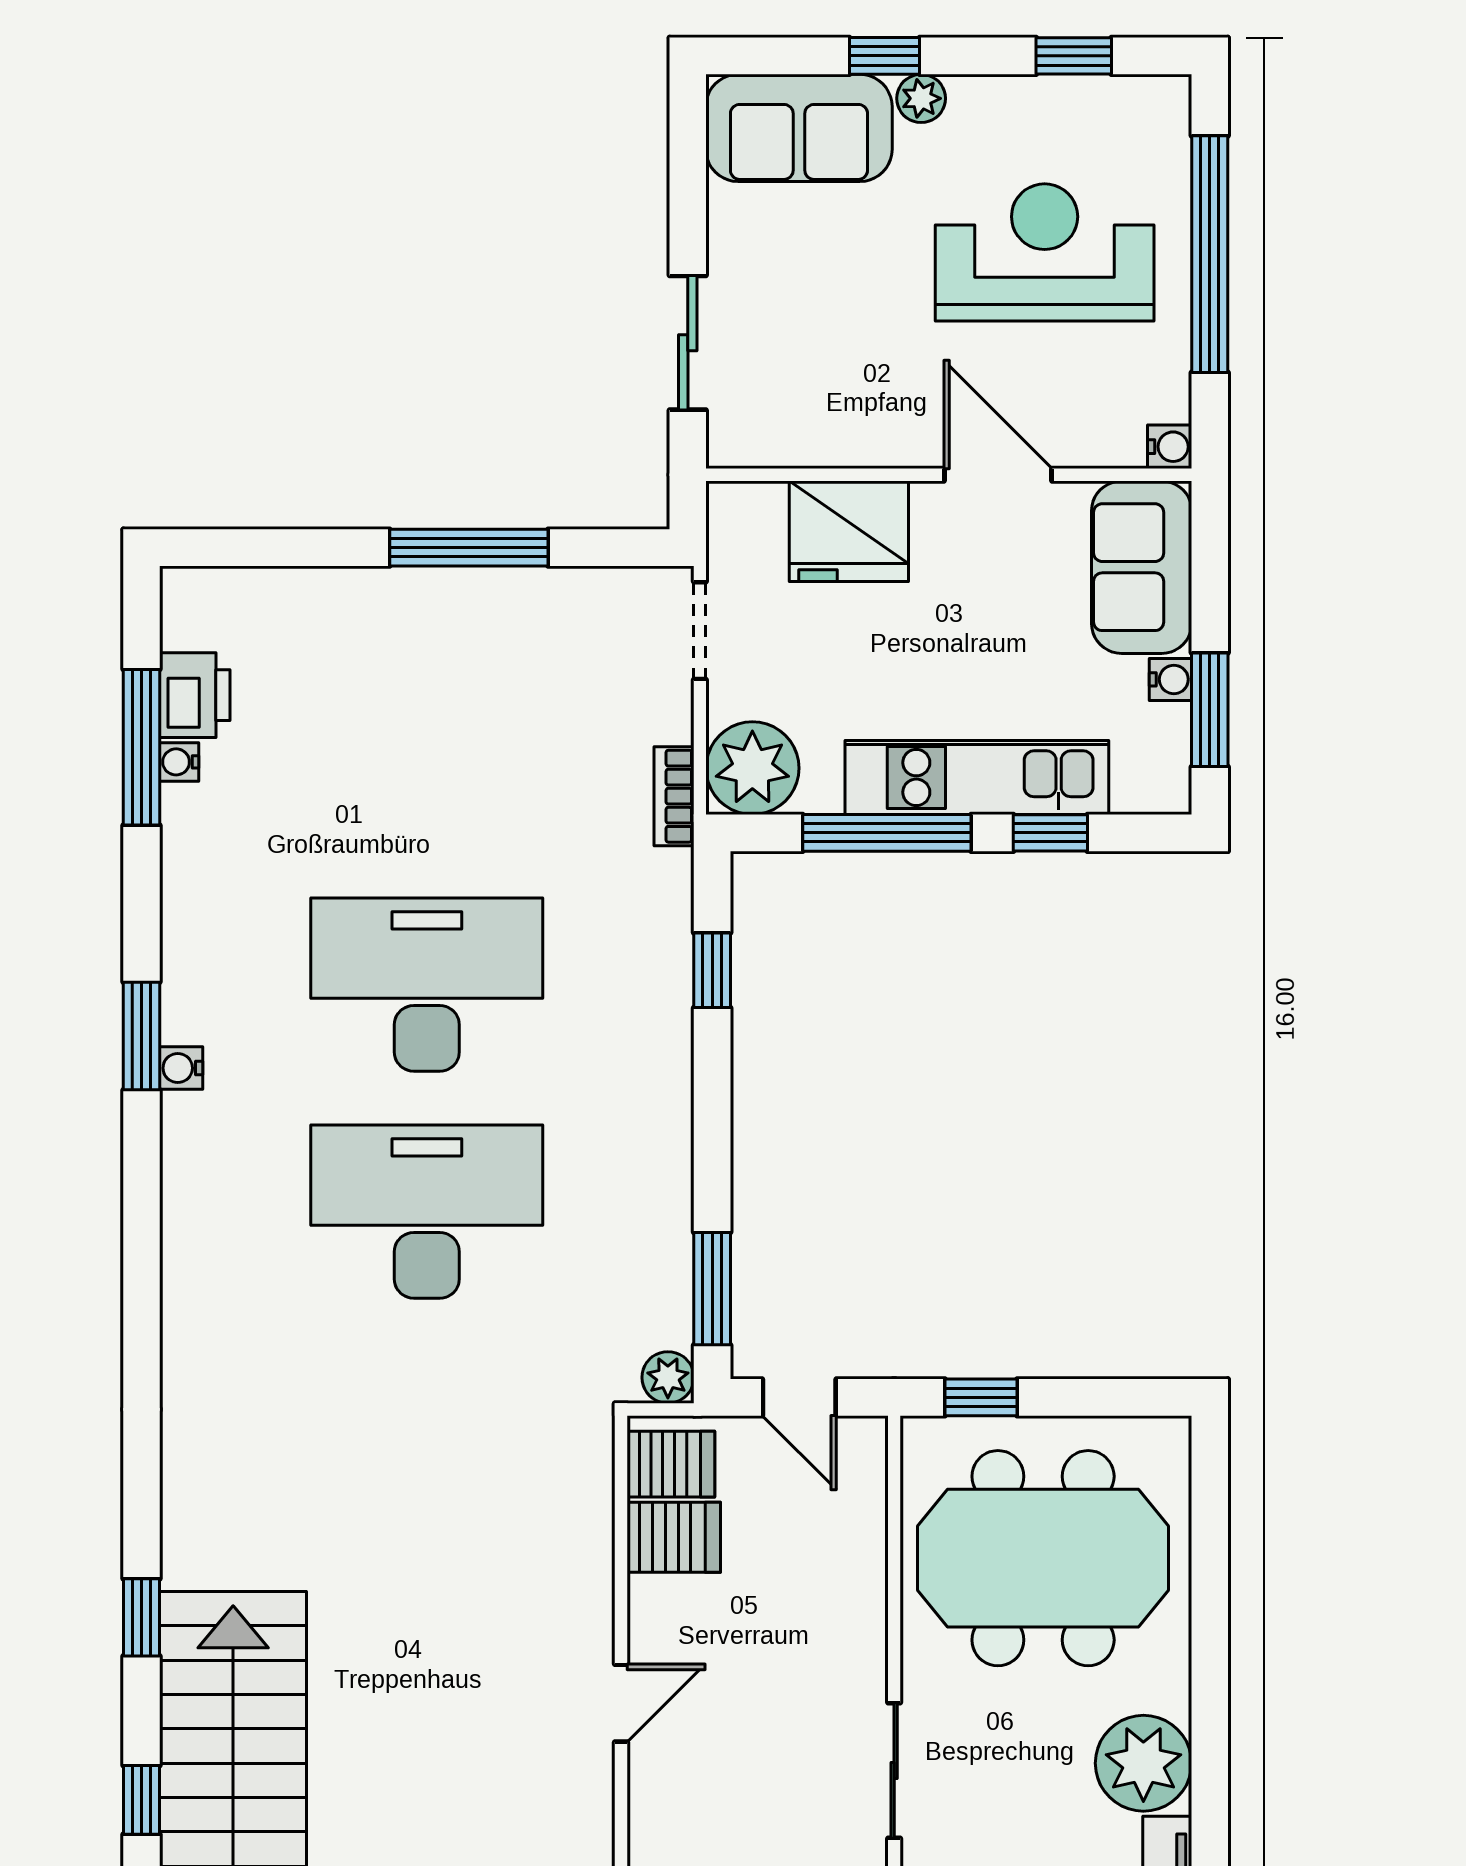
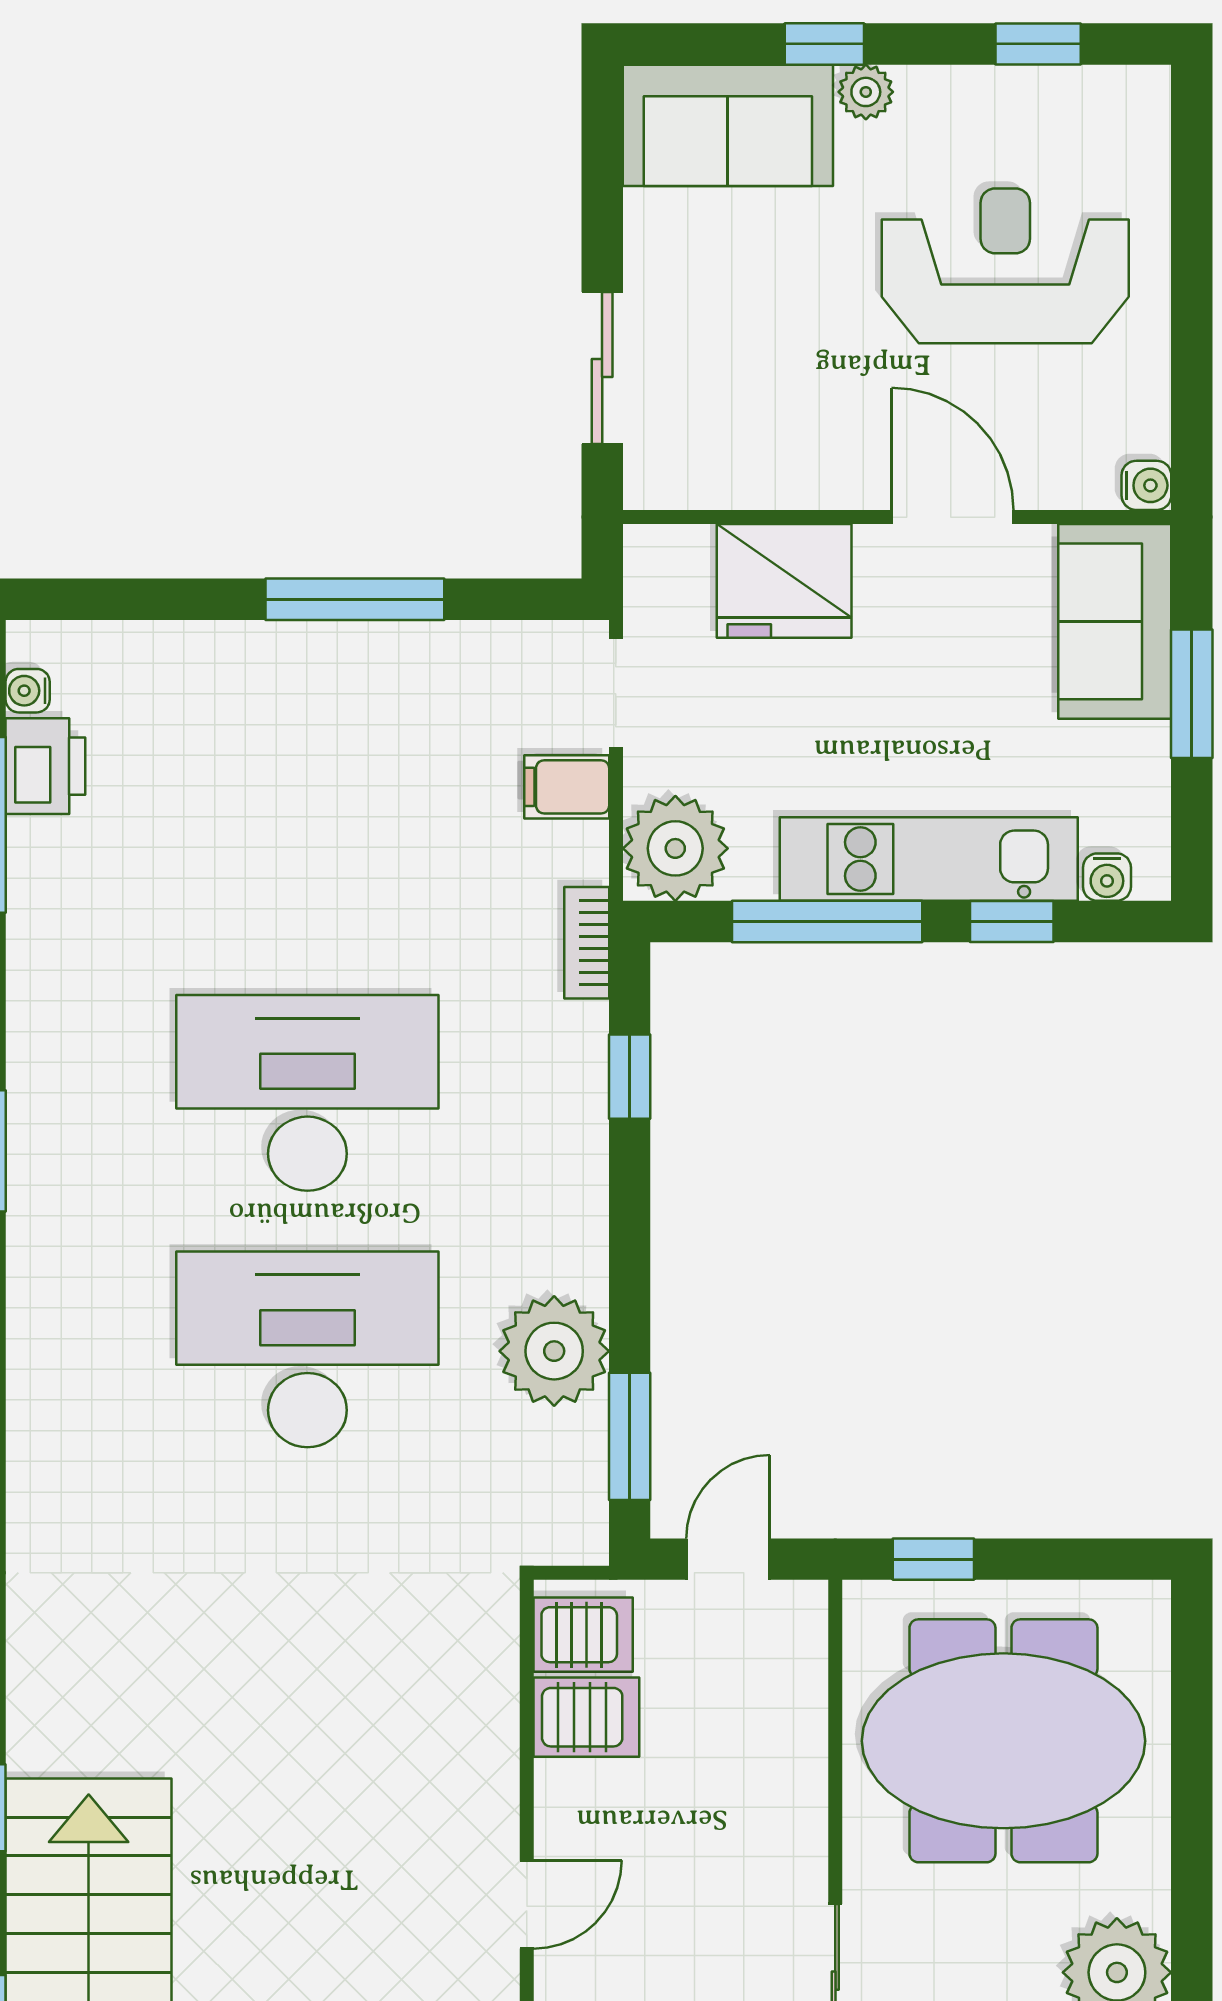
window: (1210, 254) -> (1192, 268), removed
water cooler: (1170, 679) -> (1107, 877), moved, turned 90
window: (1210, 710) -> (1192, 694), moved
filing cabinet: (656, 714) -> (567, 787), added
water cooler: (179, 762) -> (28, 691), moved
bookcase: (674, 796) -> (587, 943), moved
water cooler: (181, 1068) -> (30, 1187), removed
plant: (668, 1377) -> (554, 1351), moved, width x1.88, depth x1.88
door: (799, 1397) -> (728, 1559), swing flipped

